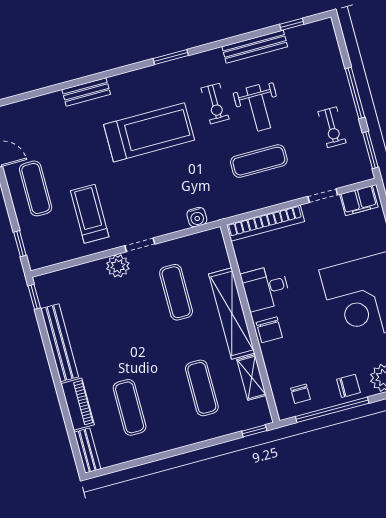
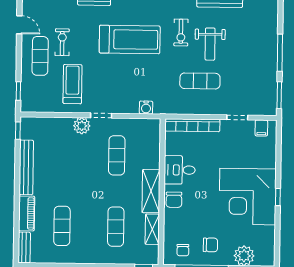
exercise bike: (332, 127) -> (62, 42), moved, turned 180
filing cabinet: (359, 201) -> (261, 128), width x0.50
shelving: (232, 314) -> (151, 191), width x0.68
chair: (348, 386) -> (210, 245), moved

